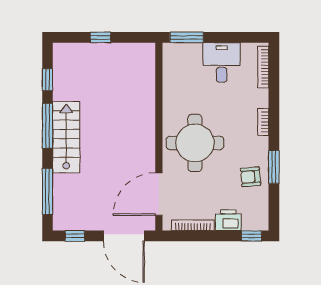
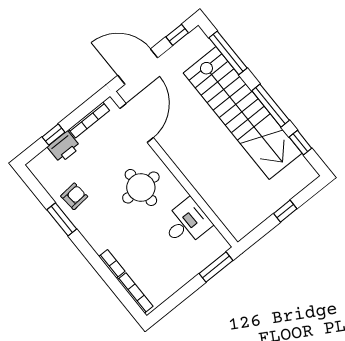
desk: (222, 62) -> (186, 223), moved, turned -90
bookcase: (263, 122) -> (112, 264), moved
stairs: (66, 137) -> (243, 113), width x1.86, depth x1.51
round table: (195, 143) -> (141, 187), width x0.73, depth x0.73
window: (251, 236) -> (53, 135), moved

